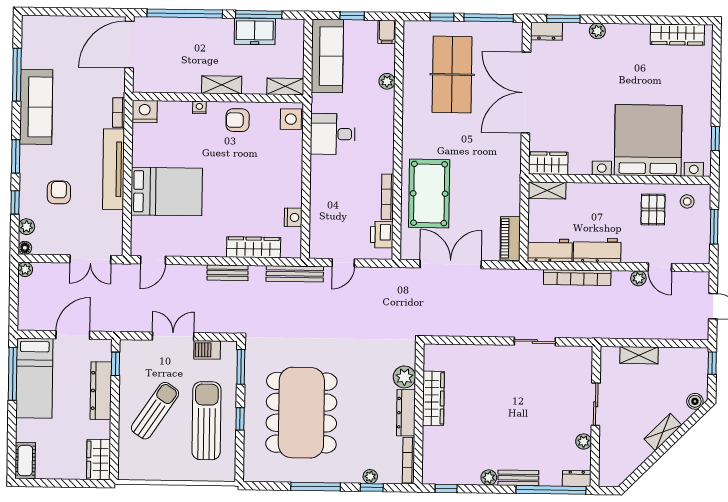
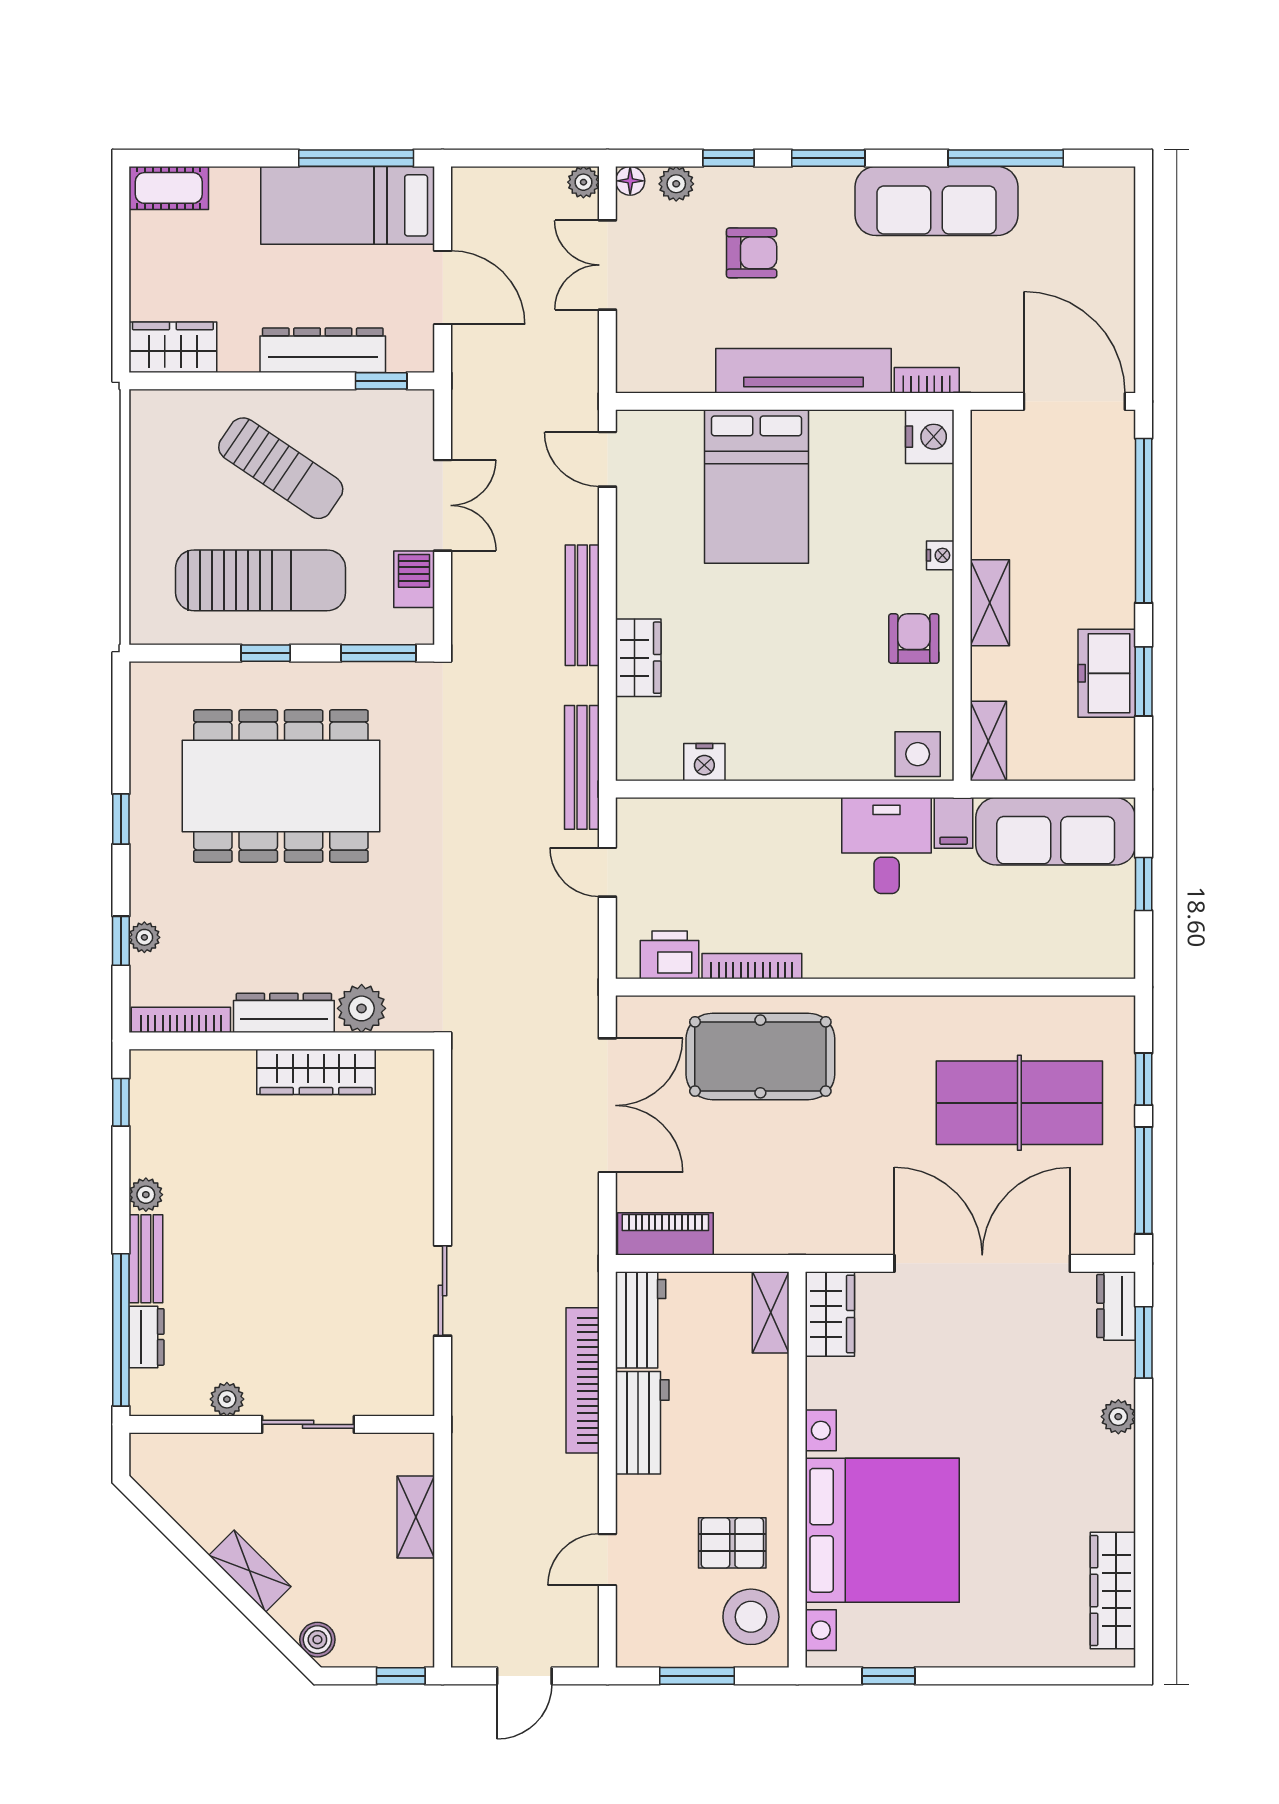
window: (259, 15) -> (1144, 681), width x0.69
filing cabinet: (387, 32) -> (954, 823), moved, turned -90
plant: (387, 81) -> (1003, 962), removed
stool: (687, 201) -> (751, 1617), width x1.89, depth x1.89
wardrobe: (254, 247) -> (638, 658), width x0.67
double door: (90, 259) -> (607, 265), moved
bench: (228, 273) -> (582, 605), width x1.36
plant: (638, 278) -> (583, 1513), removed
dresser: (577, 478) -> (146, 1337), moved
window: (316, 487) -> (121, 819), width x0.46

